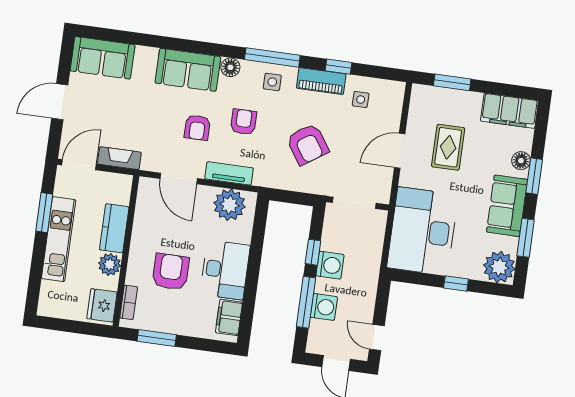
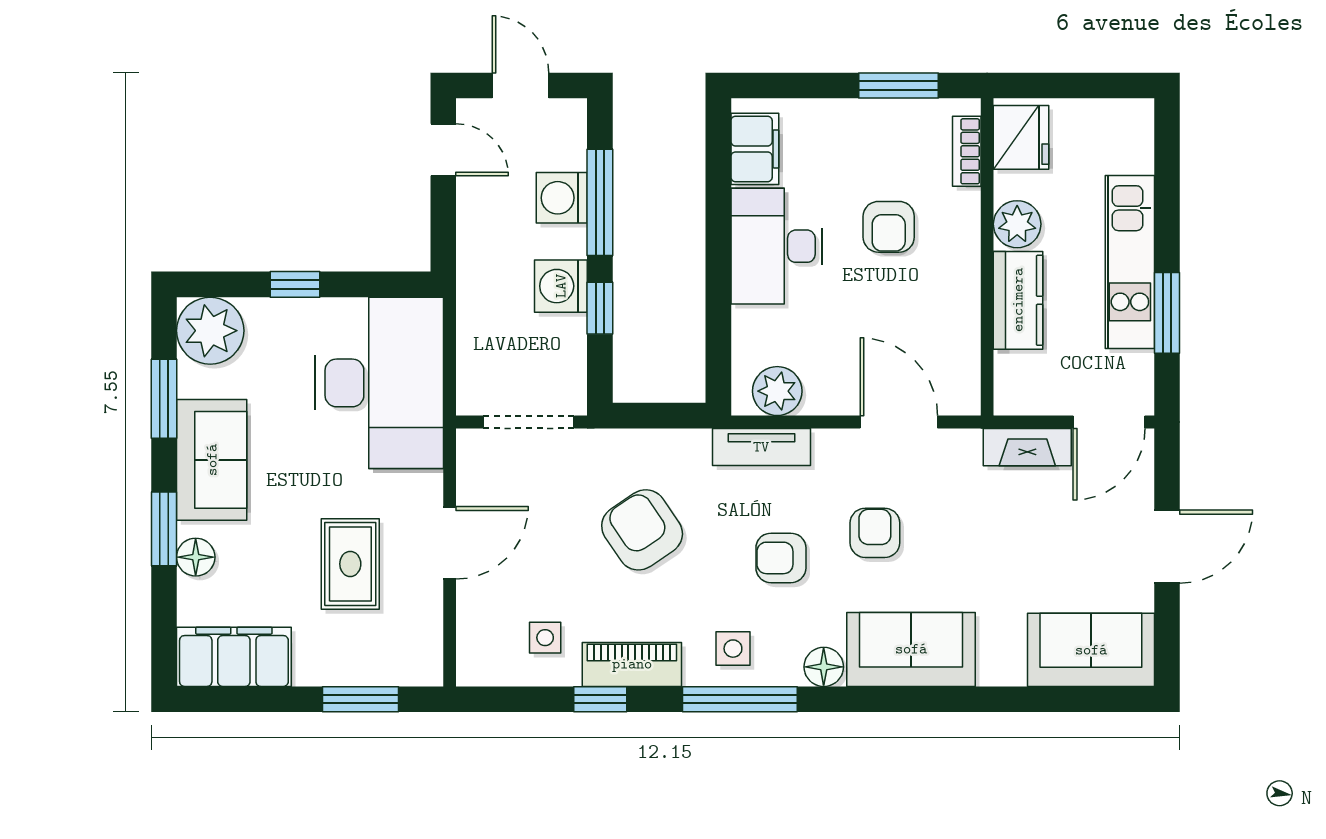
armchair: (244, 122) -> (781, 558), turned 90
tv unit: (229, 173) -> (761, 447), moved
plant: (229, 205) -> (777, 391), width x0.73, depth x0.73
armchair: (171, 272) -> (889, 227), width x0.72, depth x0.72

